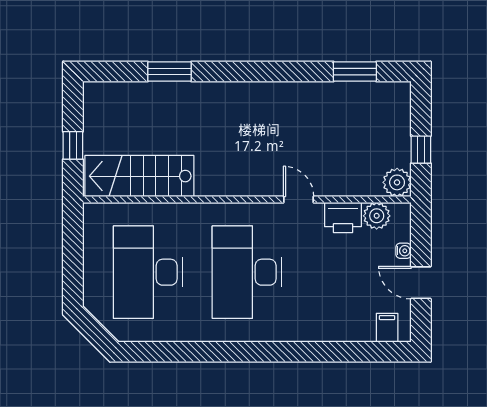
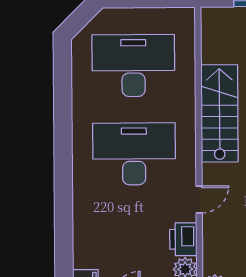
stairs: (139, 176) -> (220, 113), moved

